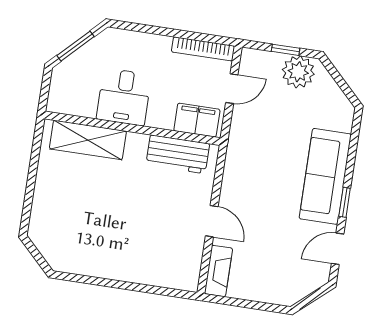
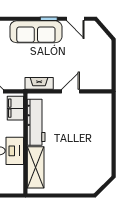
workbench: (178, 154) -> (36, 122), width x1.37
fireplace: (218, 271) -> (39, 83), moved

